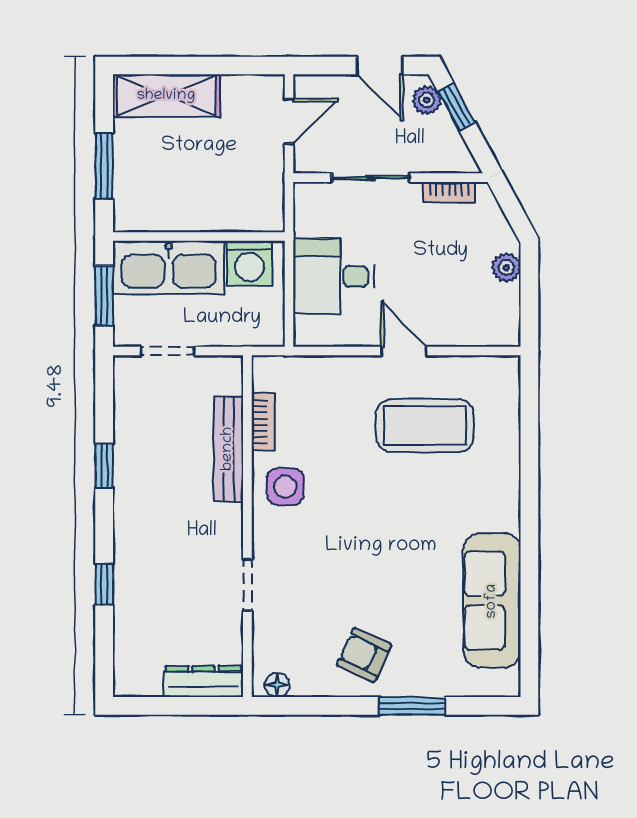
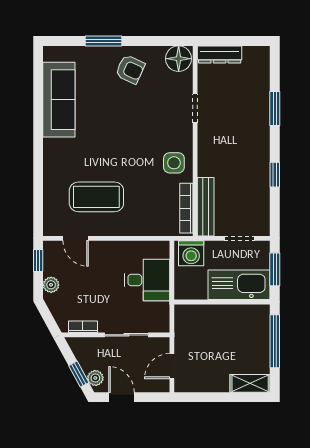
shelving: (166, 96) -> (250, 383), width x0.67, depth x0.75
window: (104, 166) -> (275, 341), width x1.44
washing machine: (250, 263) -> (191, 253), moved, turned 180
window: (529, 311) -> (38, 260), added
door: (404, 351) -> (76, 238), moved
bookcase: (263, 422) -> (186, 208), width x1.56
bench: (228, 449) -> (206, 207), moved
window: (104, 584) -> (275, 109), width x1.50
floor lamp: (277, 685) -> (179, 59), width x1.89, depth x1.89

